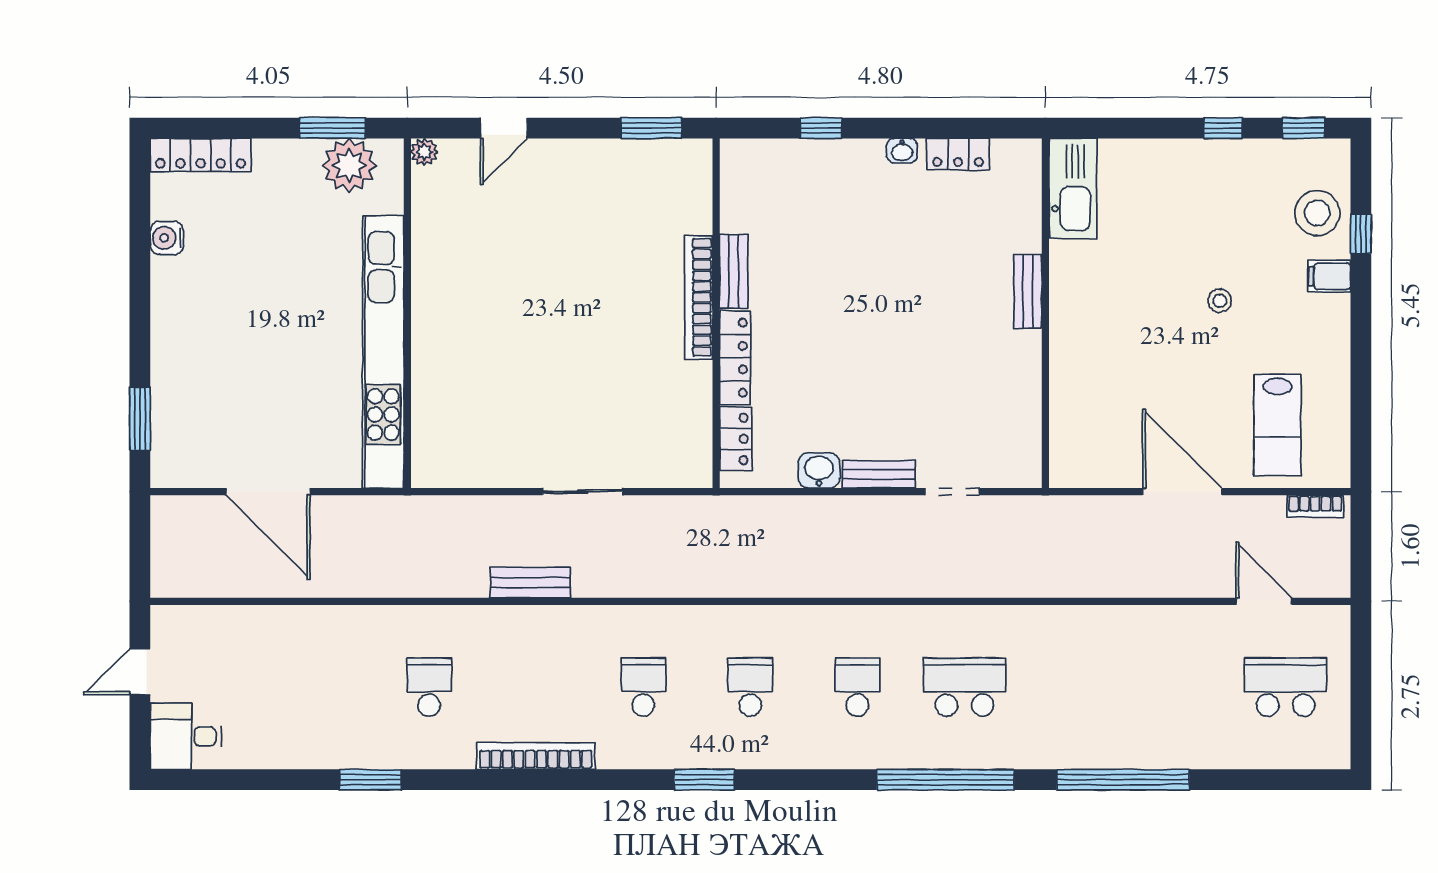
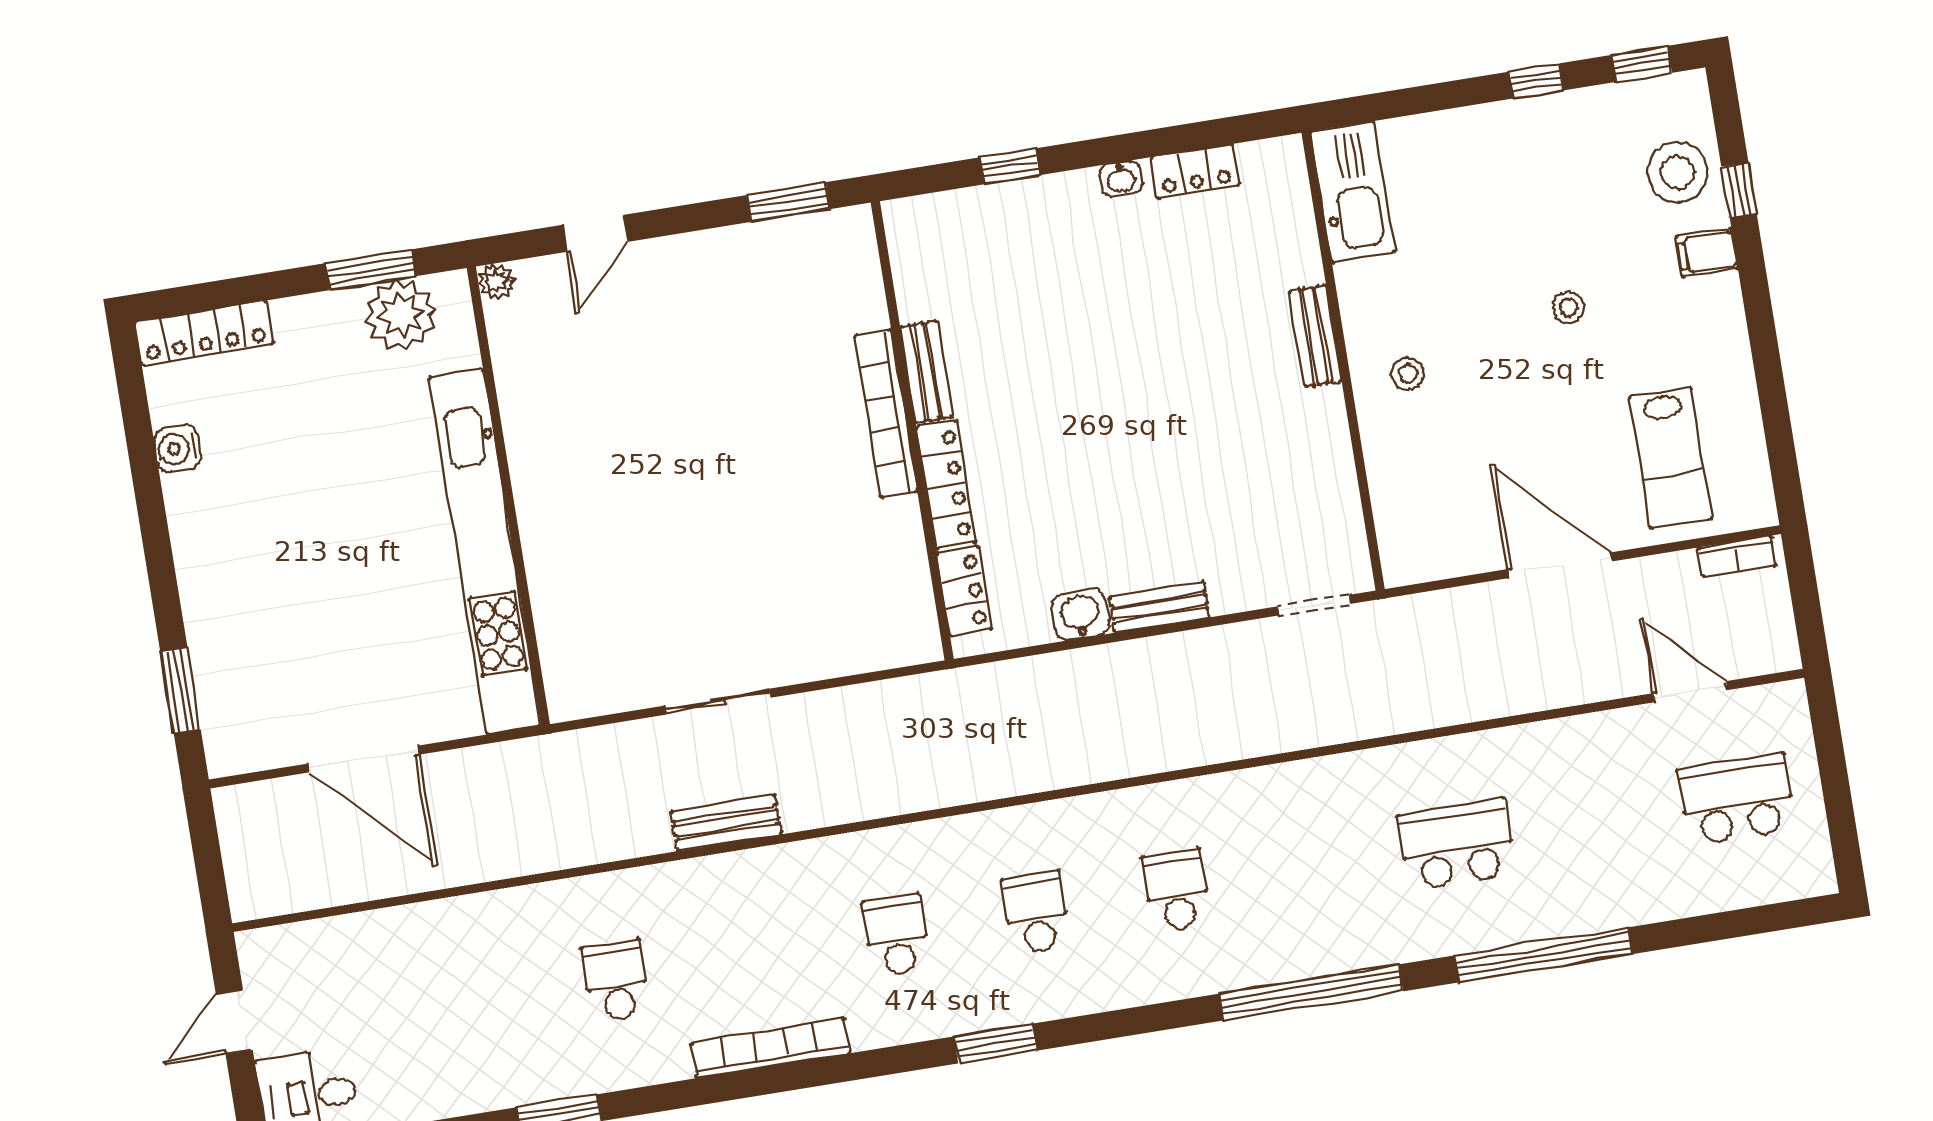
stool: (1092, 330) -> (1408, 374), added
sliding door: (583, 492) -> (718, 702), moved
doorway: (952, 492) -> (1314, 605), moved
school desk: (965, 687) -> (1457, 845), moved

